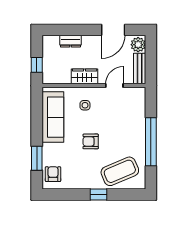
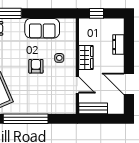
plant: (138, 45) -> (115, 107), removed
sofa: (53, 117) -> (42, 28), width x0.73
armchair: (91, 141) -> (36, 66), moved

